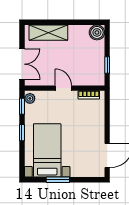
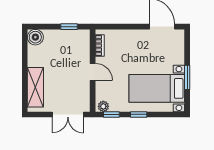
double door: (22, 64) -> (68, 114), swing flipped
door: (63, 88) -> (93, 72), swing flipped

